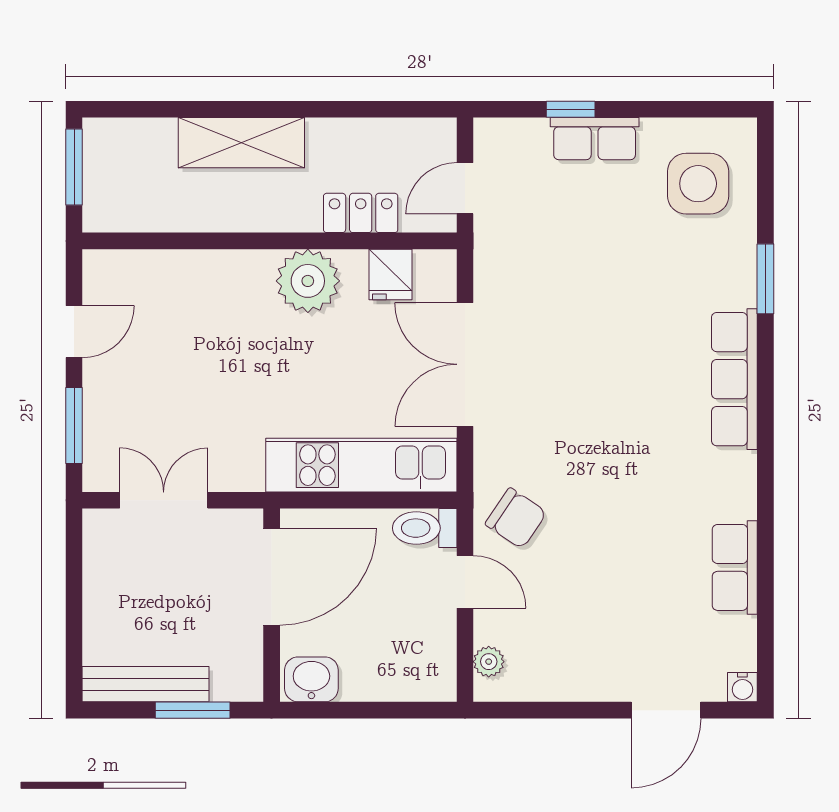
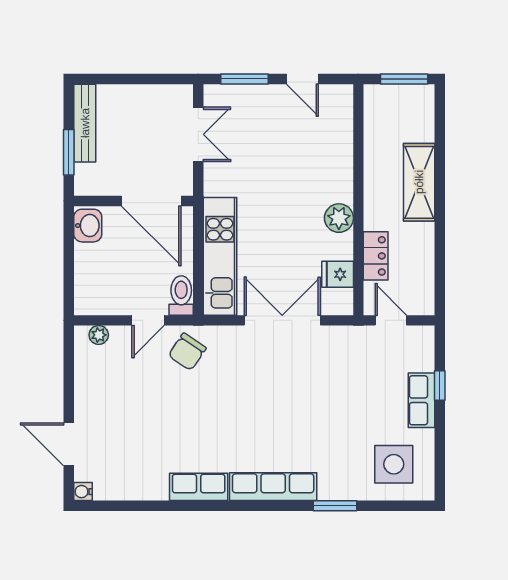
plant: (308, 281) -> (339, 218), width x0.73, depth x0.73
row of seats: (735, 567) -> (199, 487), moved

